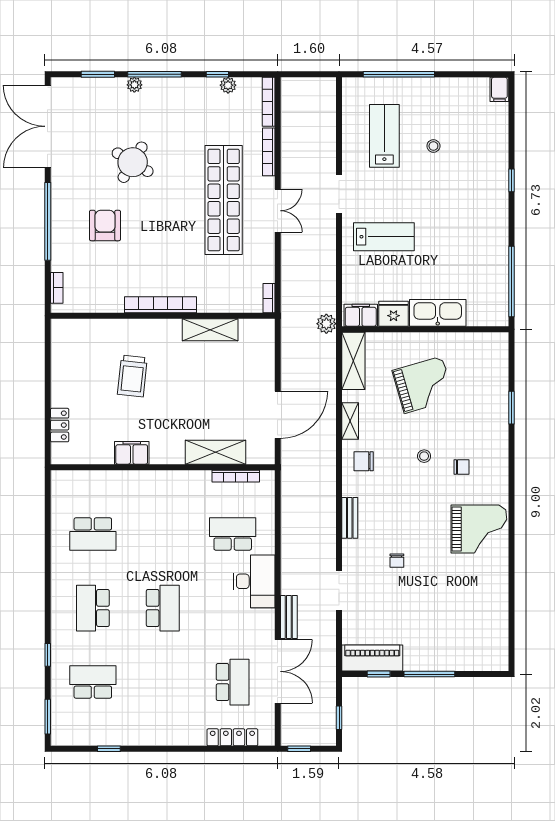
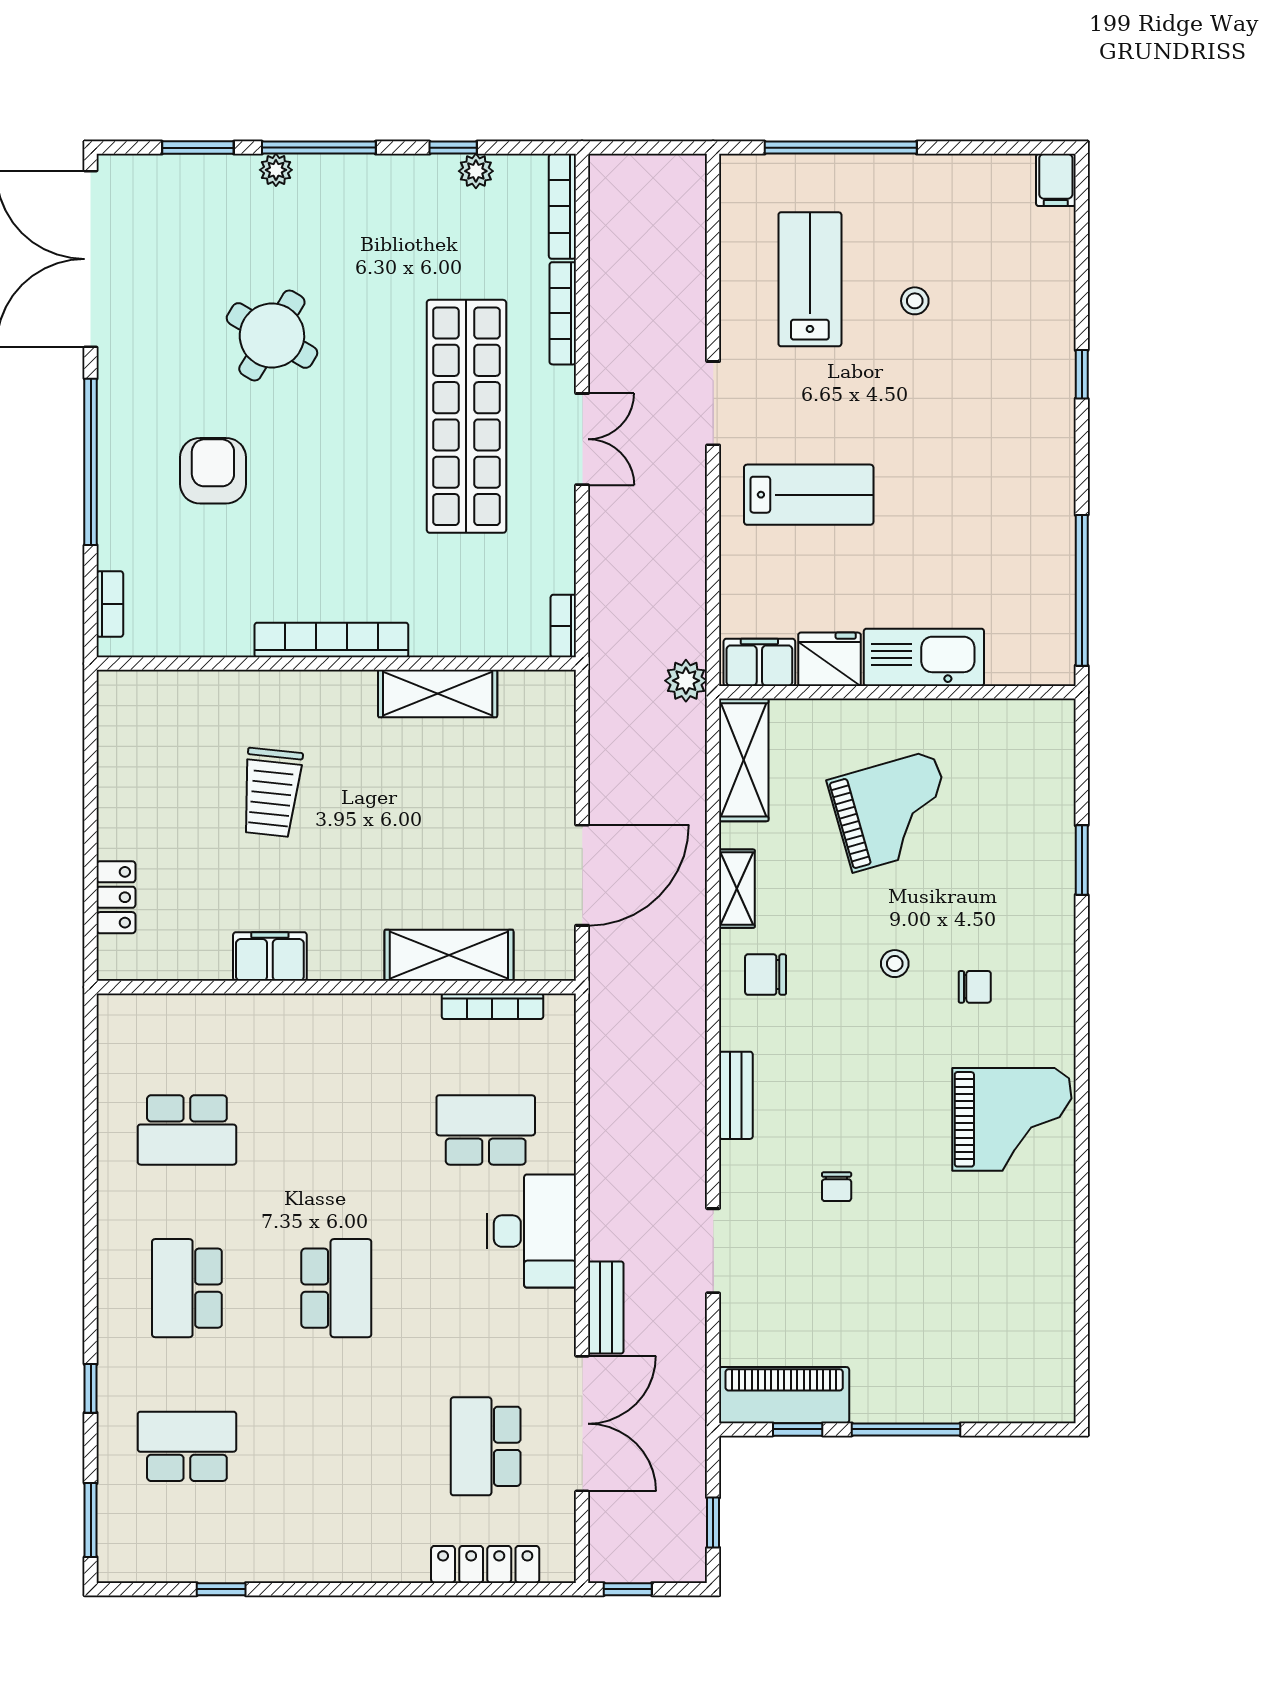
school desk: (233, 682) -> (486, 1446), turned 180

